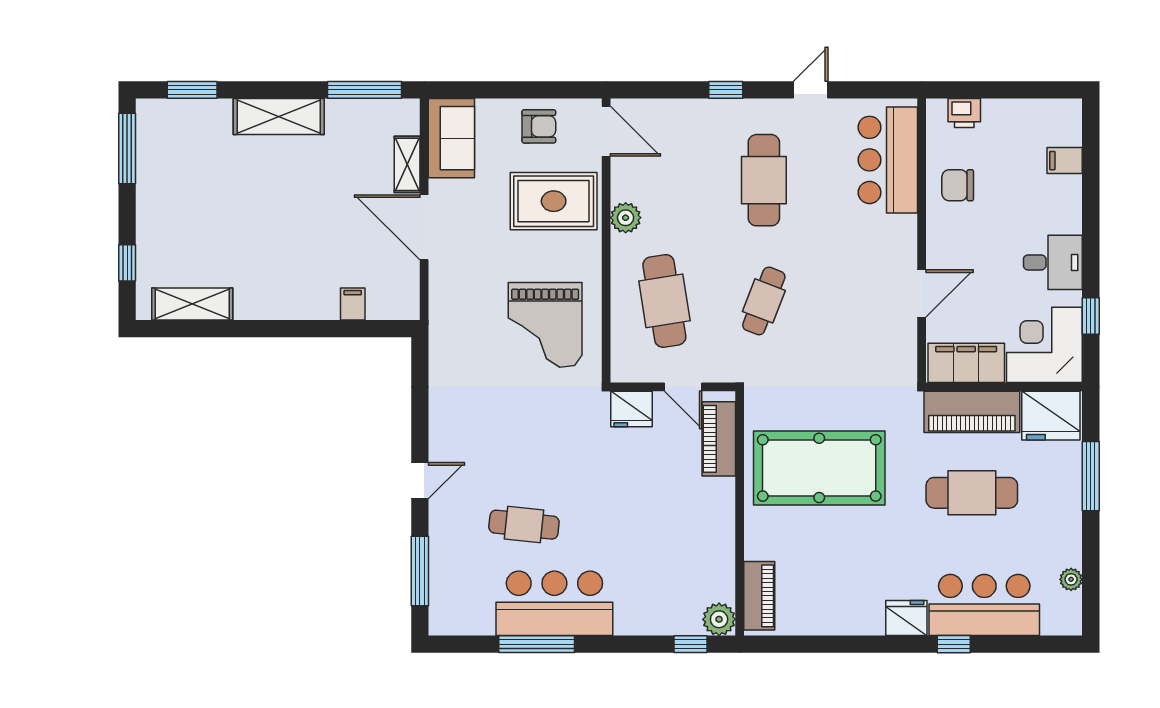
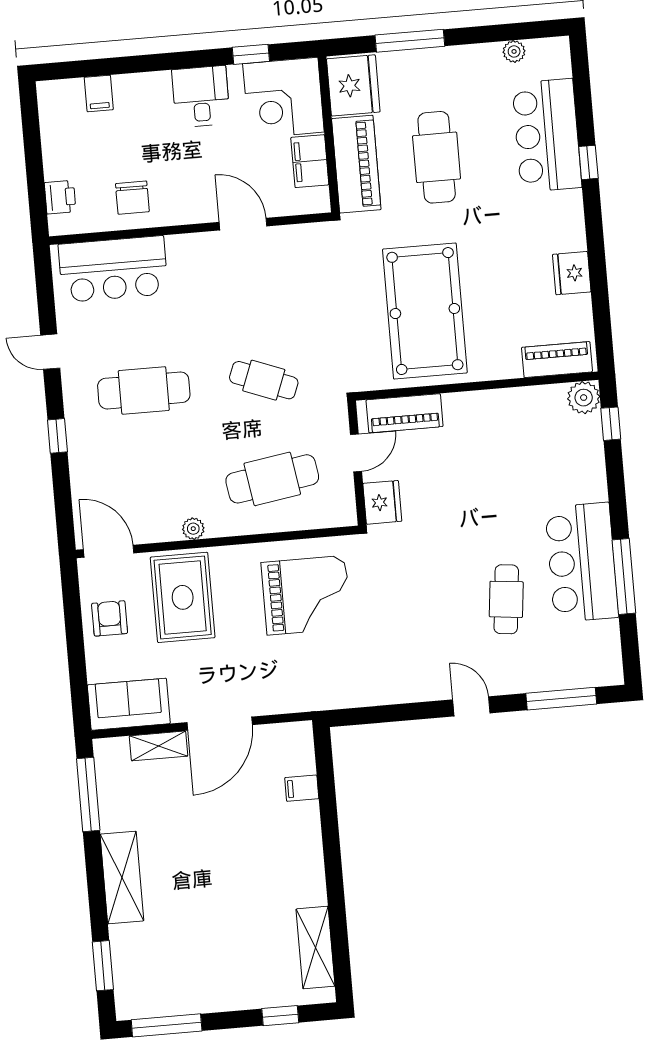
door: (606, 131) -> (109, 551), hinge flipped
plant: (626, 218) -> (193, 529), width x0.73, depth x0.73
filing cabinet: (966, 363) -> (310, 161), width x0.67, depth x0.86
fridge: (906, 618) -> (572, 273), moved

